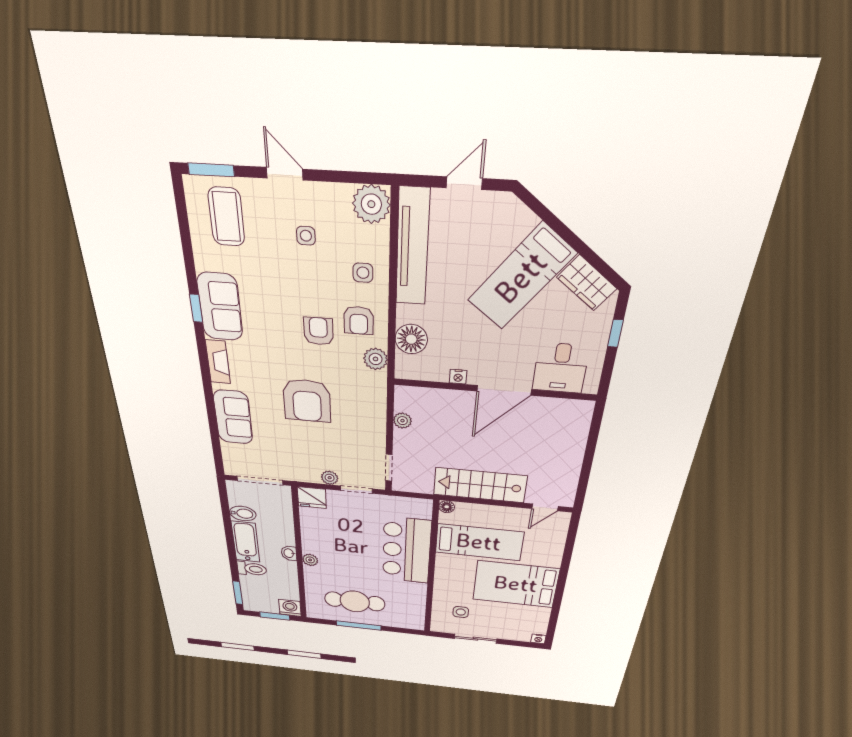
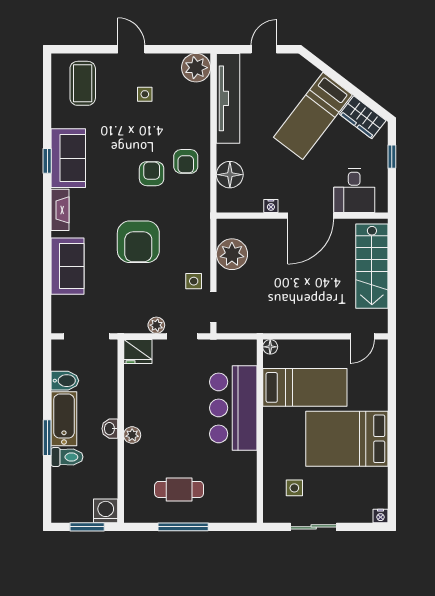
window: (211, 170) -> (75, 49), removed
side table: (363, 273) -> (194, 281), moved
plant: (376, 359) -> (200, 195), removed
plant: (402, 421) -> (232, 254), width x1.88, depth x1.88
stairs: (480, 485) -> (372, 266), moved, turned -90
window: (238, 593) -> (47, 438), moved
cafe table: (355, 601) -> (179, 489), width x0.73, depth x0.74

